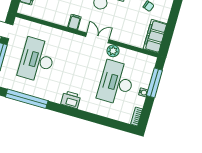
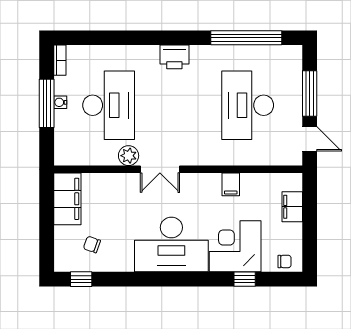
filing cabinet: (74, 22) -> (231, 184), moved
desk: (37, 60) -> (248, 105), turned 180
window: (154, 83) -> (47, 103), moved

